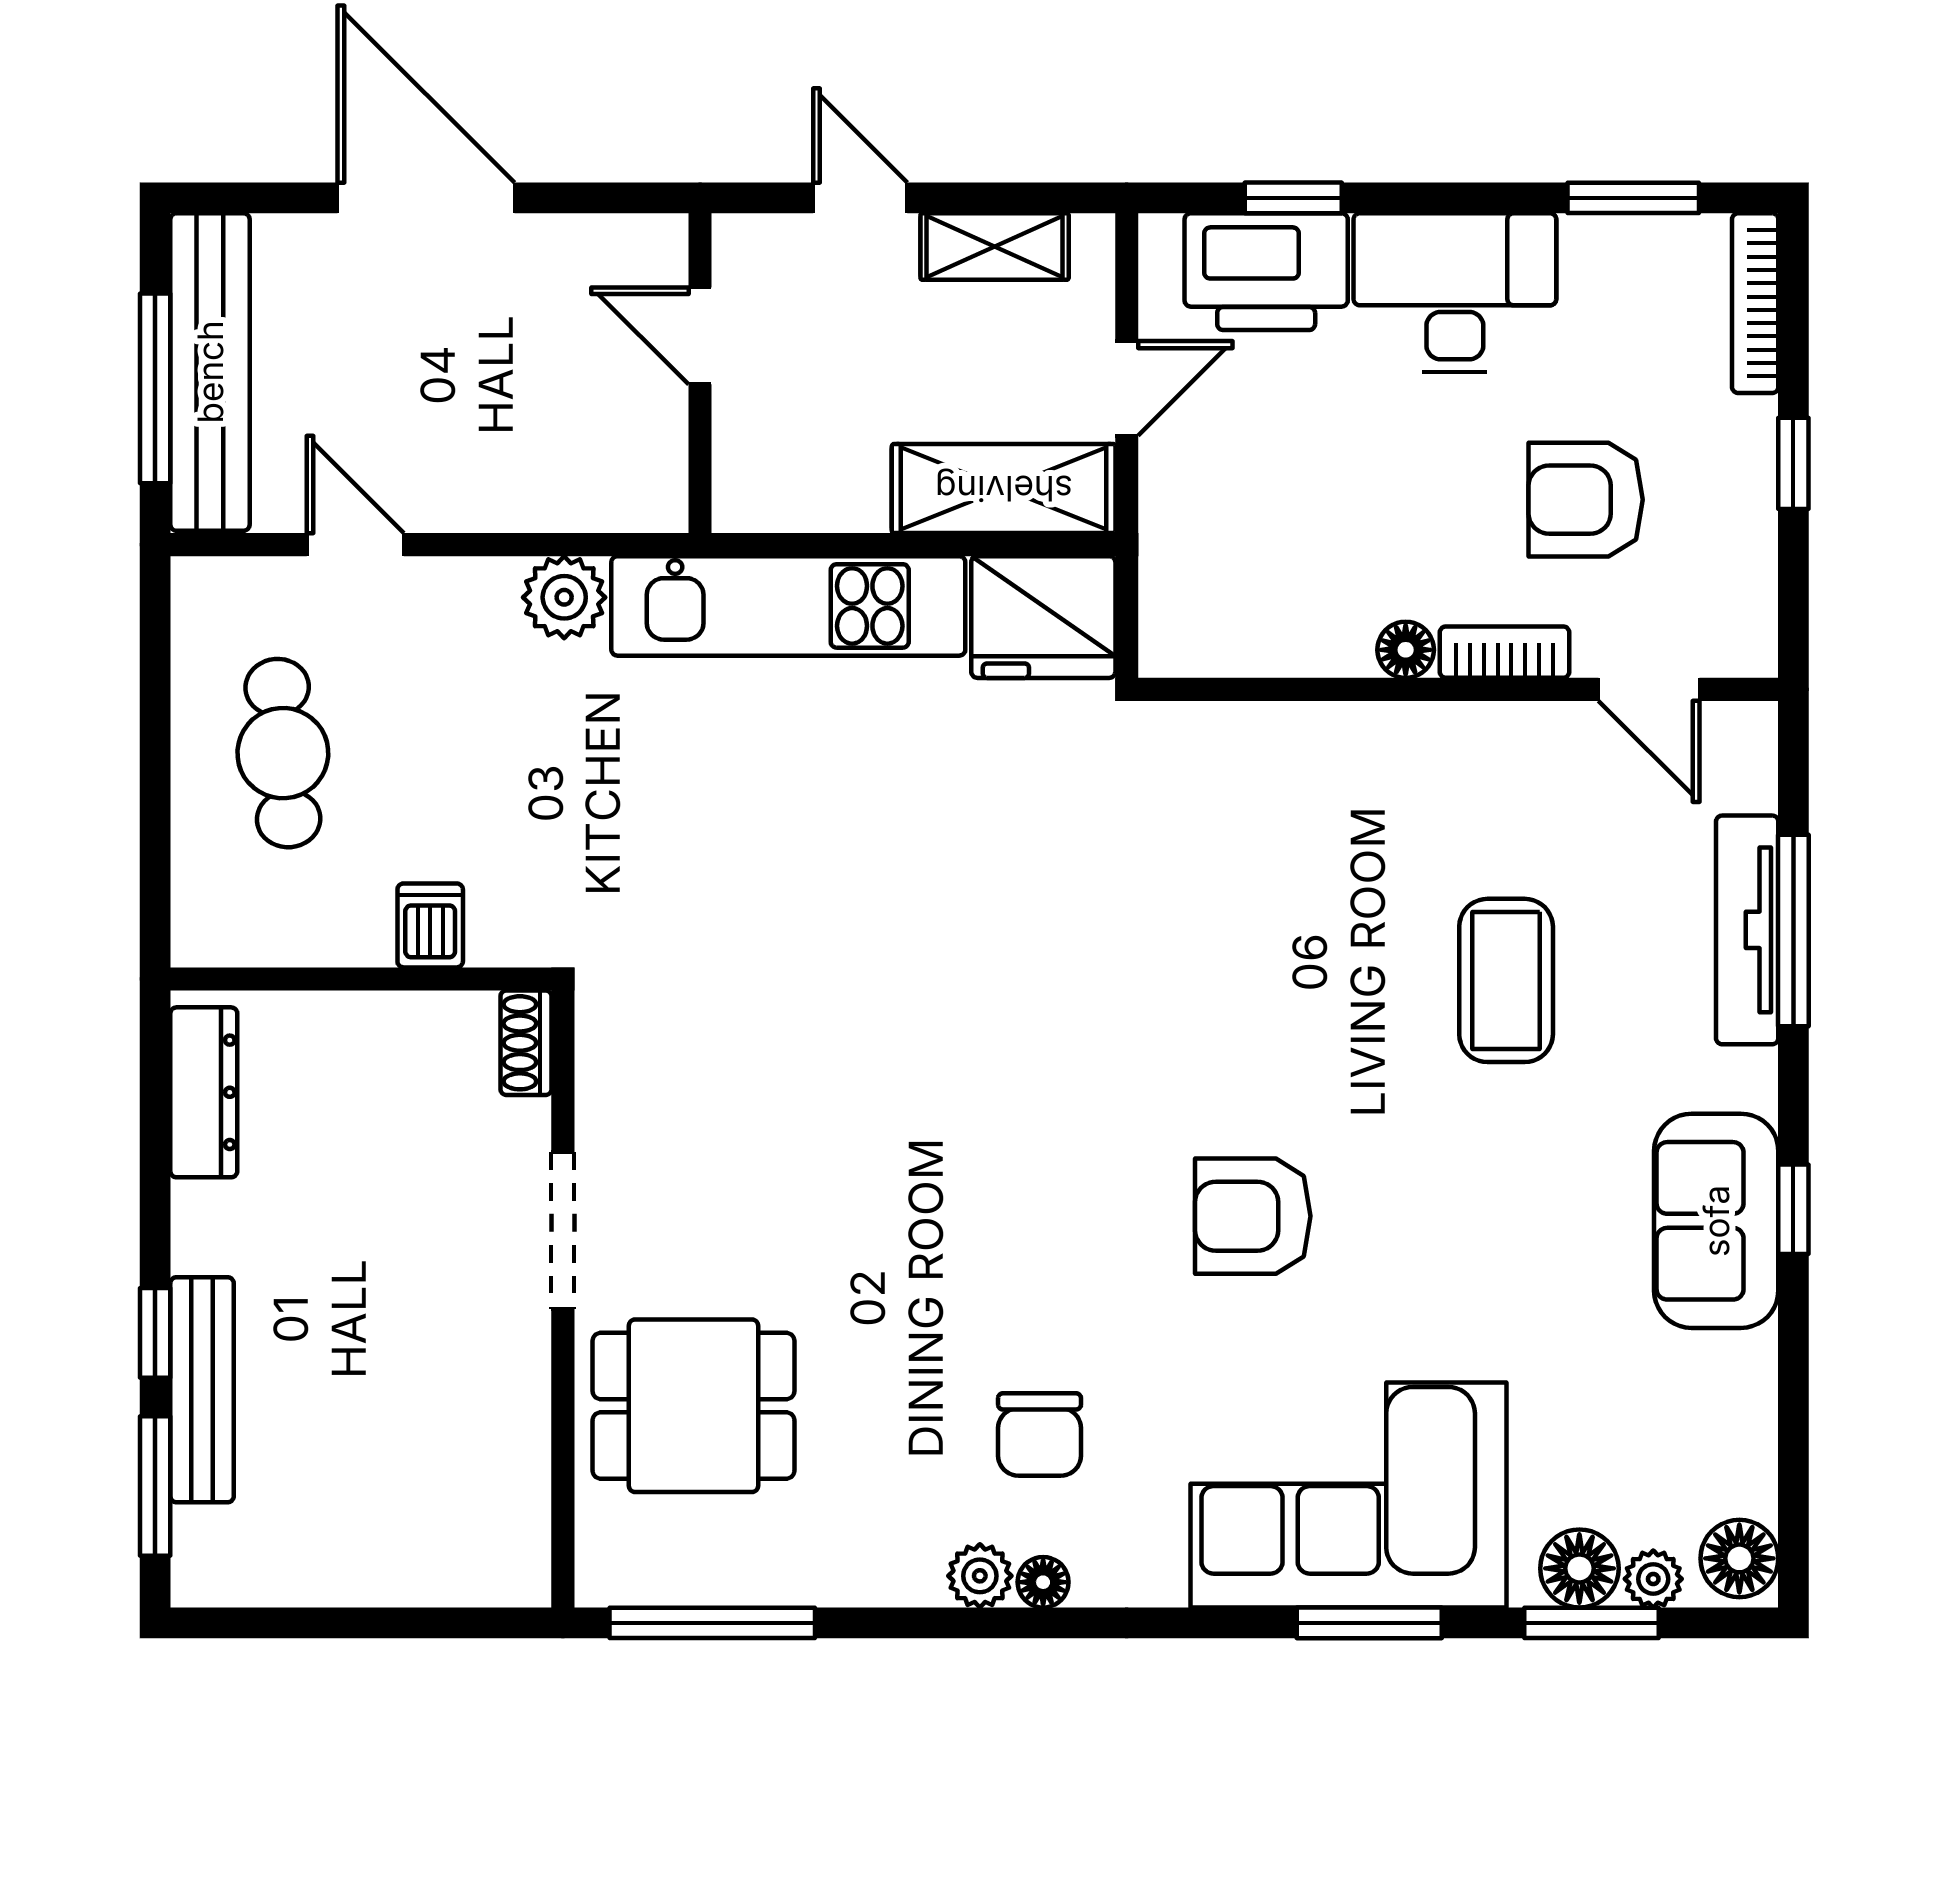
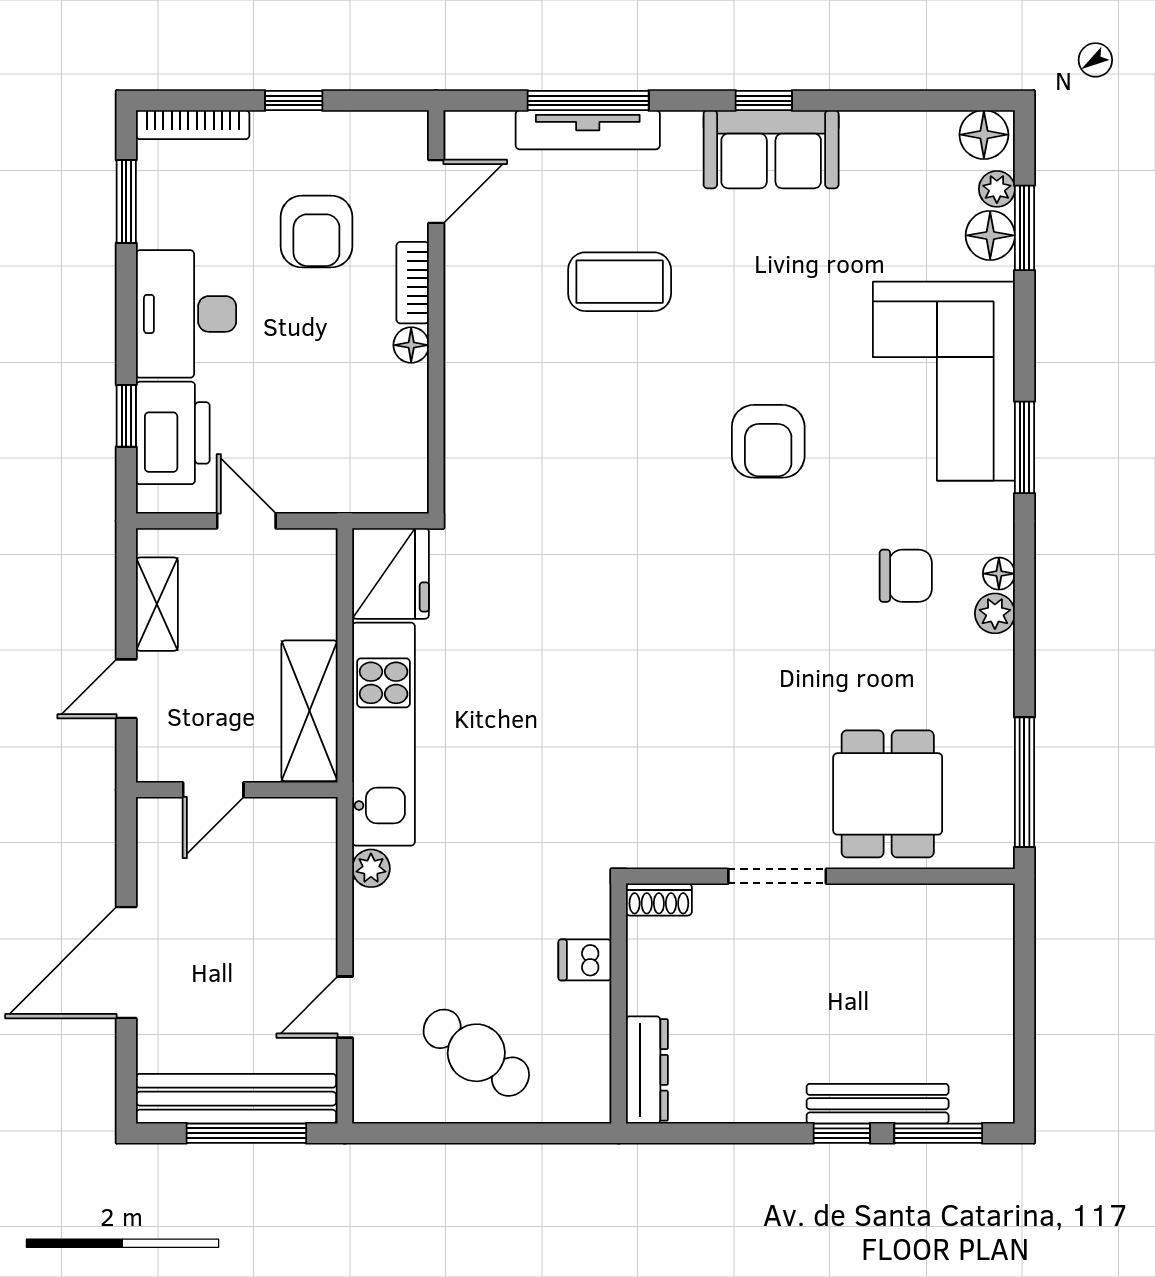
shelving: (1004, 489) -> (310, 711), moved
plant: (564, 597) -> (371, 868), width x0.73, depth x0.73
cafe table: (283, 753) -> (476, 1053), turned 40
dresser: (204, 1092) -> (647, 1070), moved, turned 90
window: (1369, 1623) -> (1024, 447), moved

